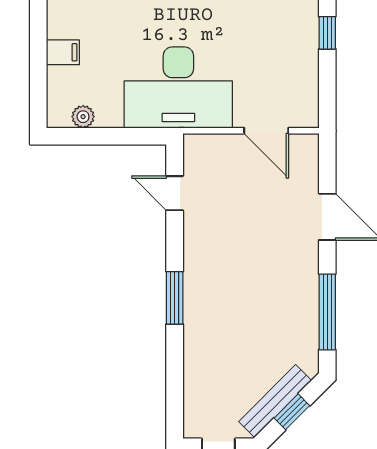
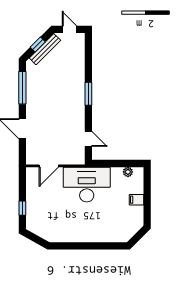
door: (266, 131) -> (49, 166), swing flipped

